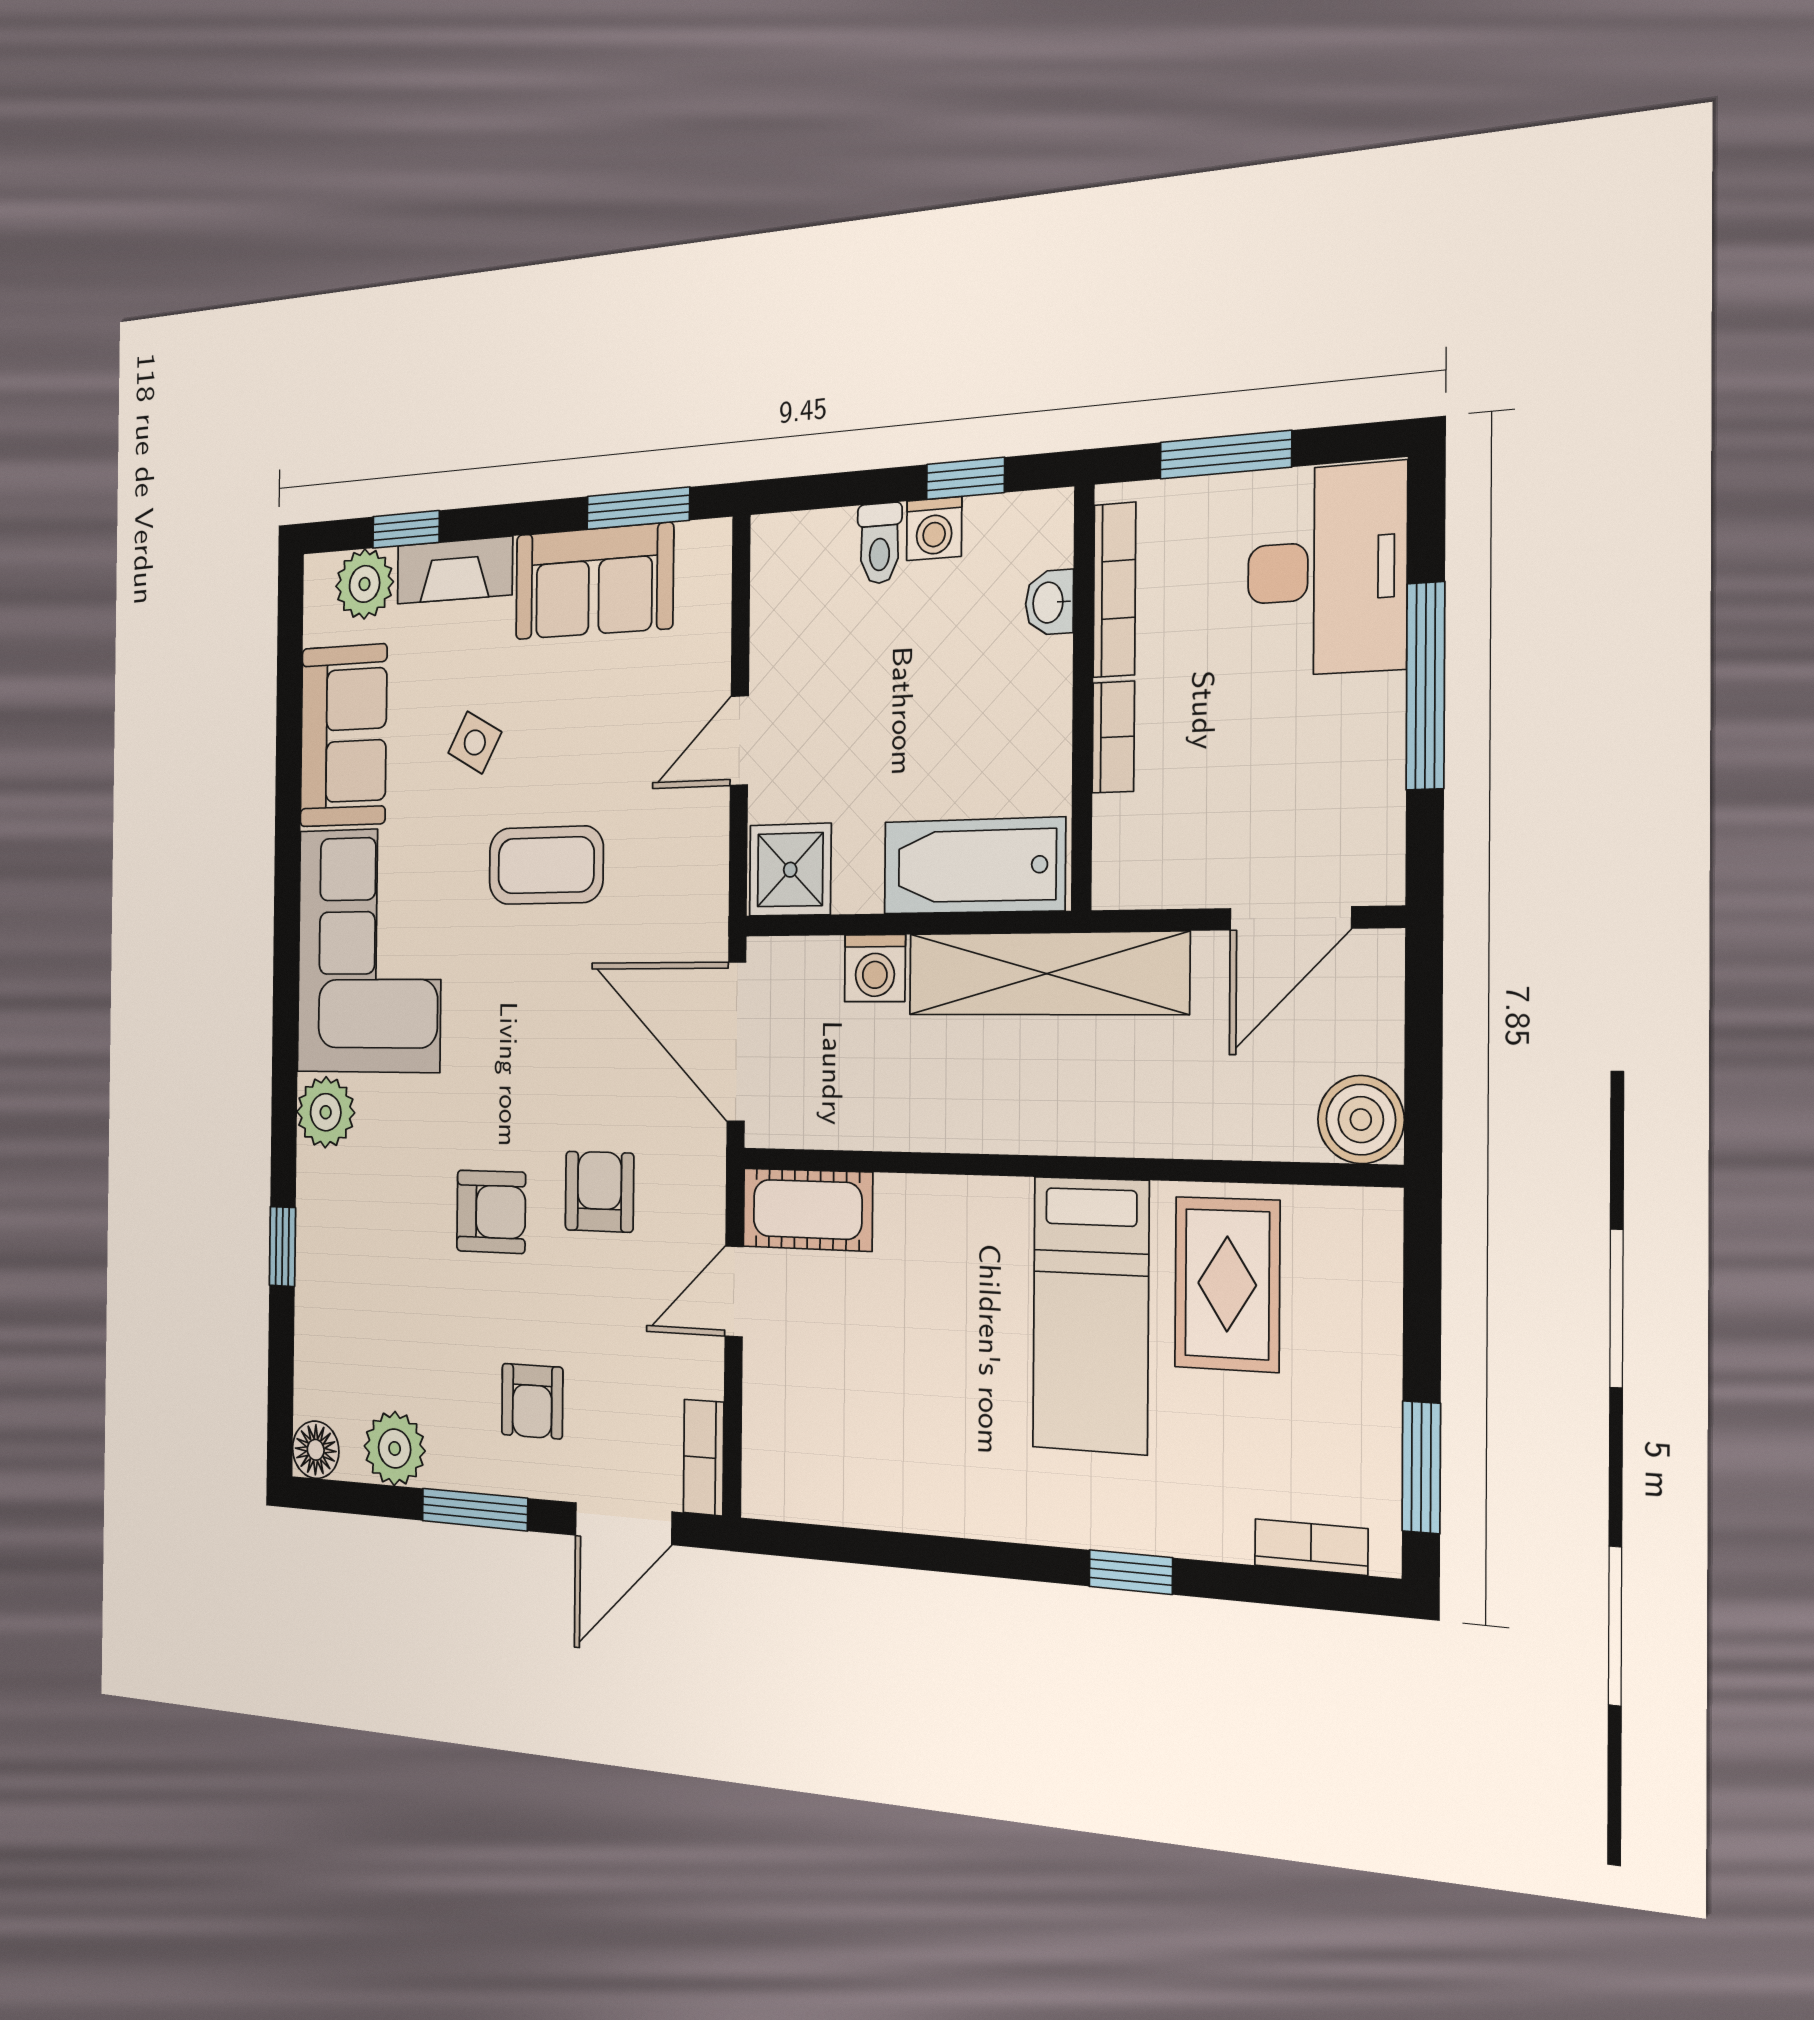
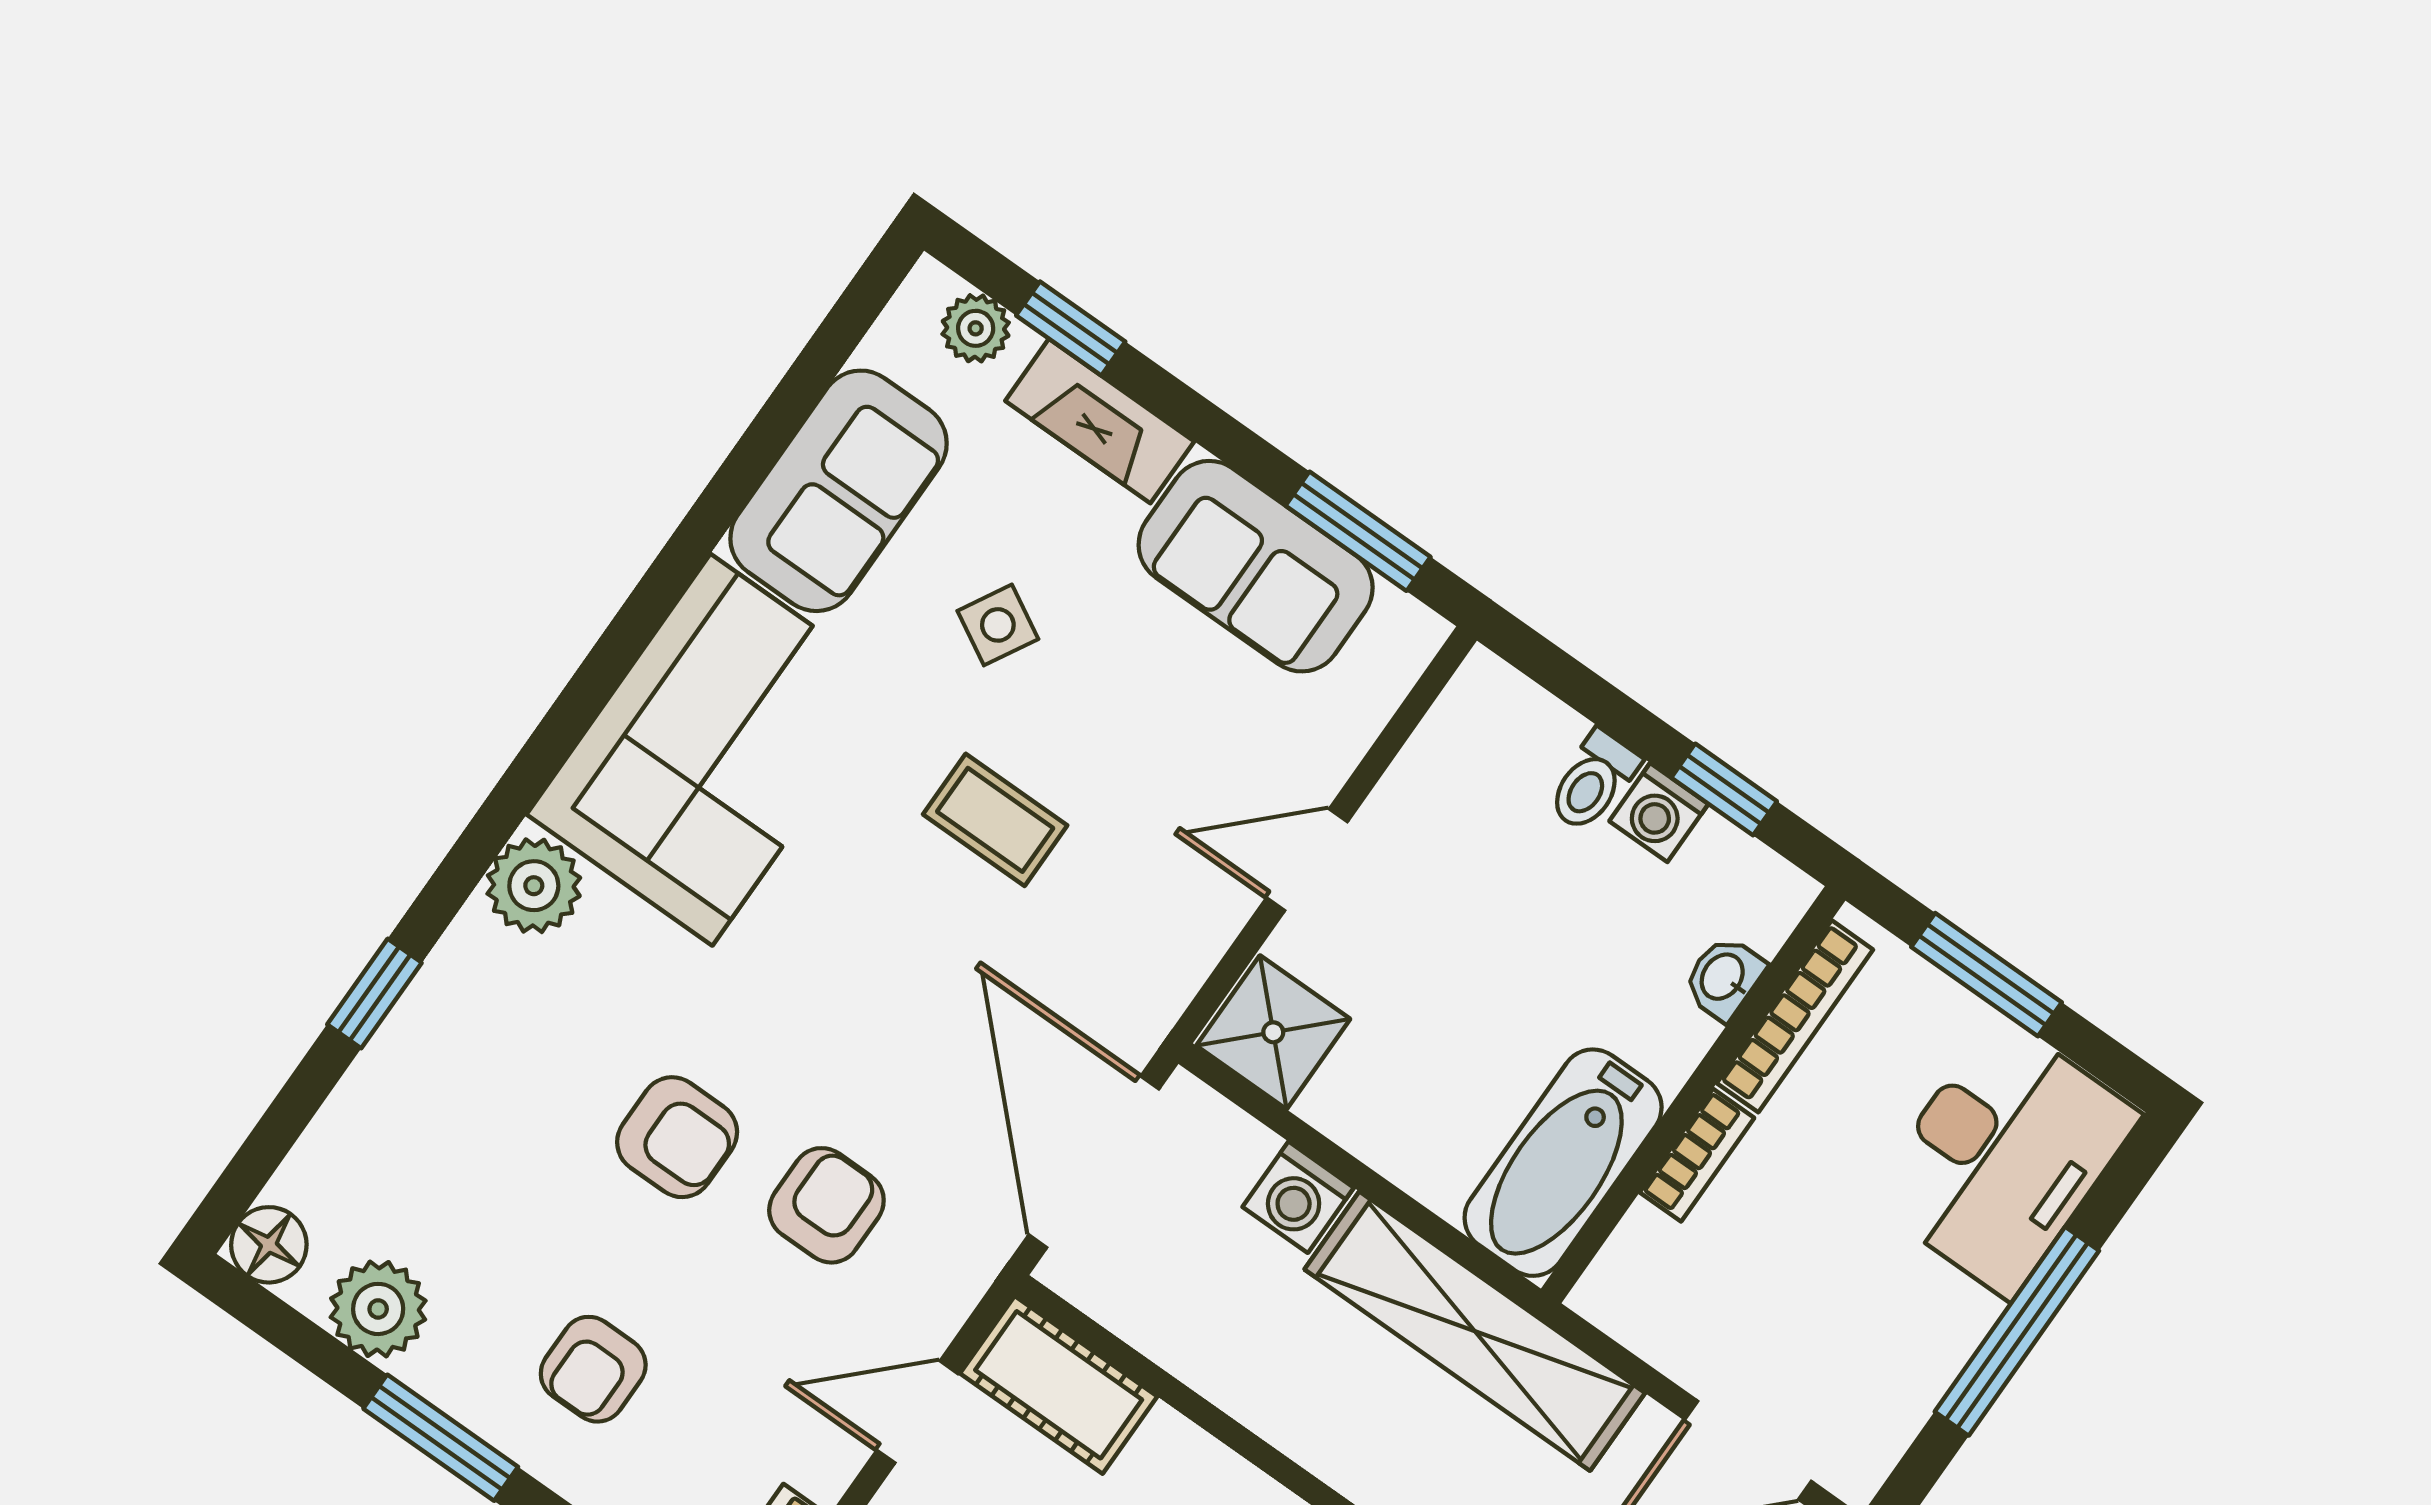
plant: (365, 584) -> (976, 328), width x0.73, depth x0.73
coffee table: (546, 865) -> (995, 820), width x0.73, depth x0.77
bathtub: (974, 866) -> (1563, 1163), moved, turned -90

